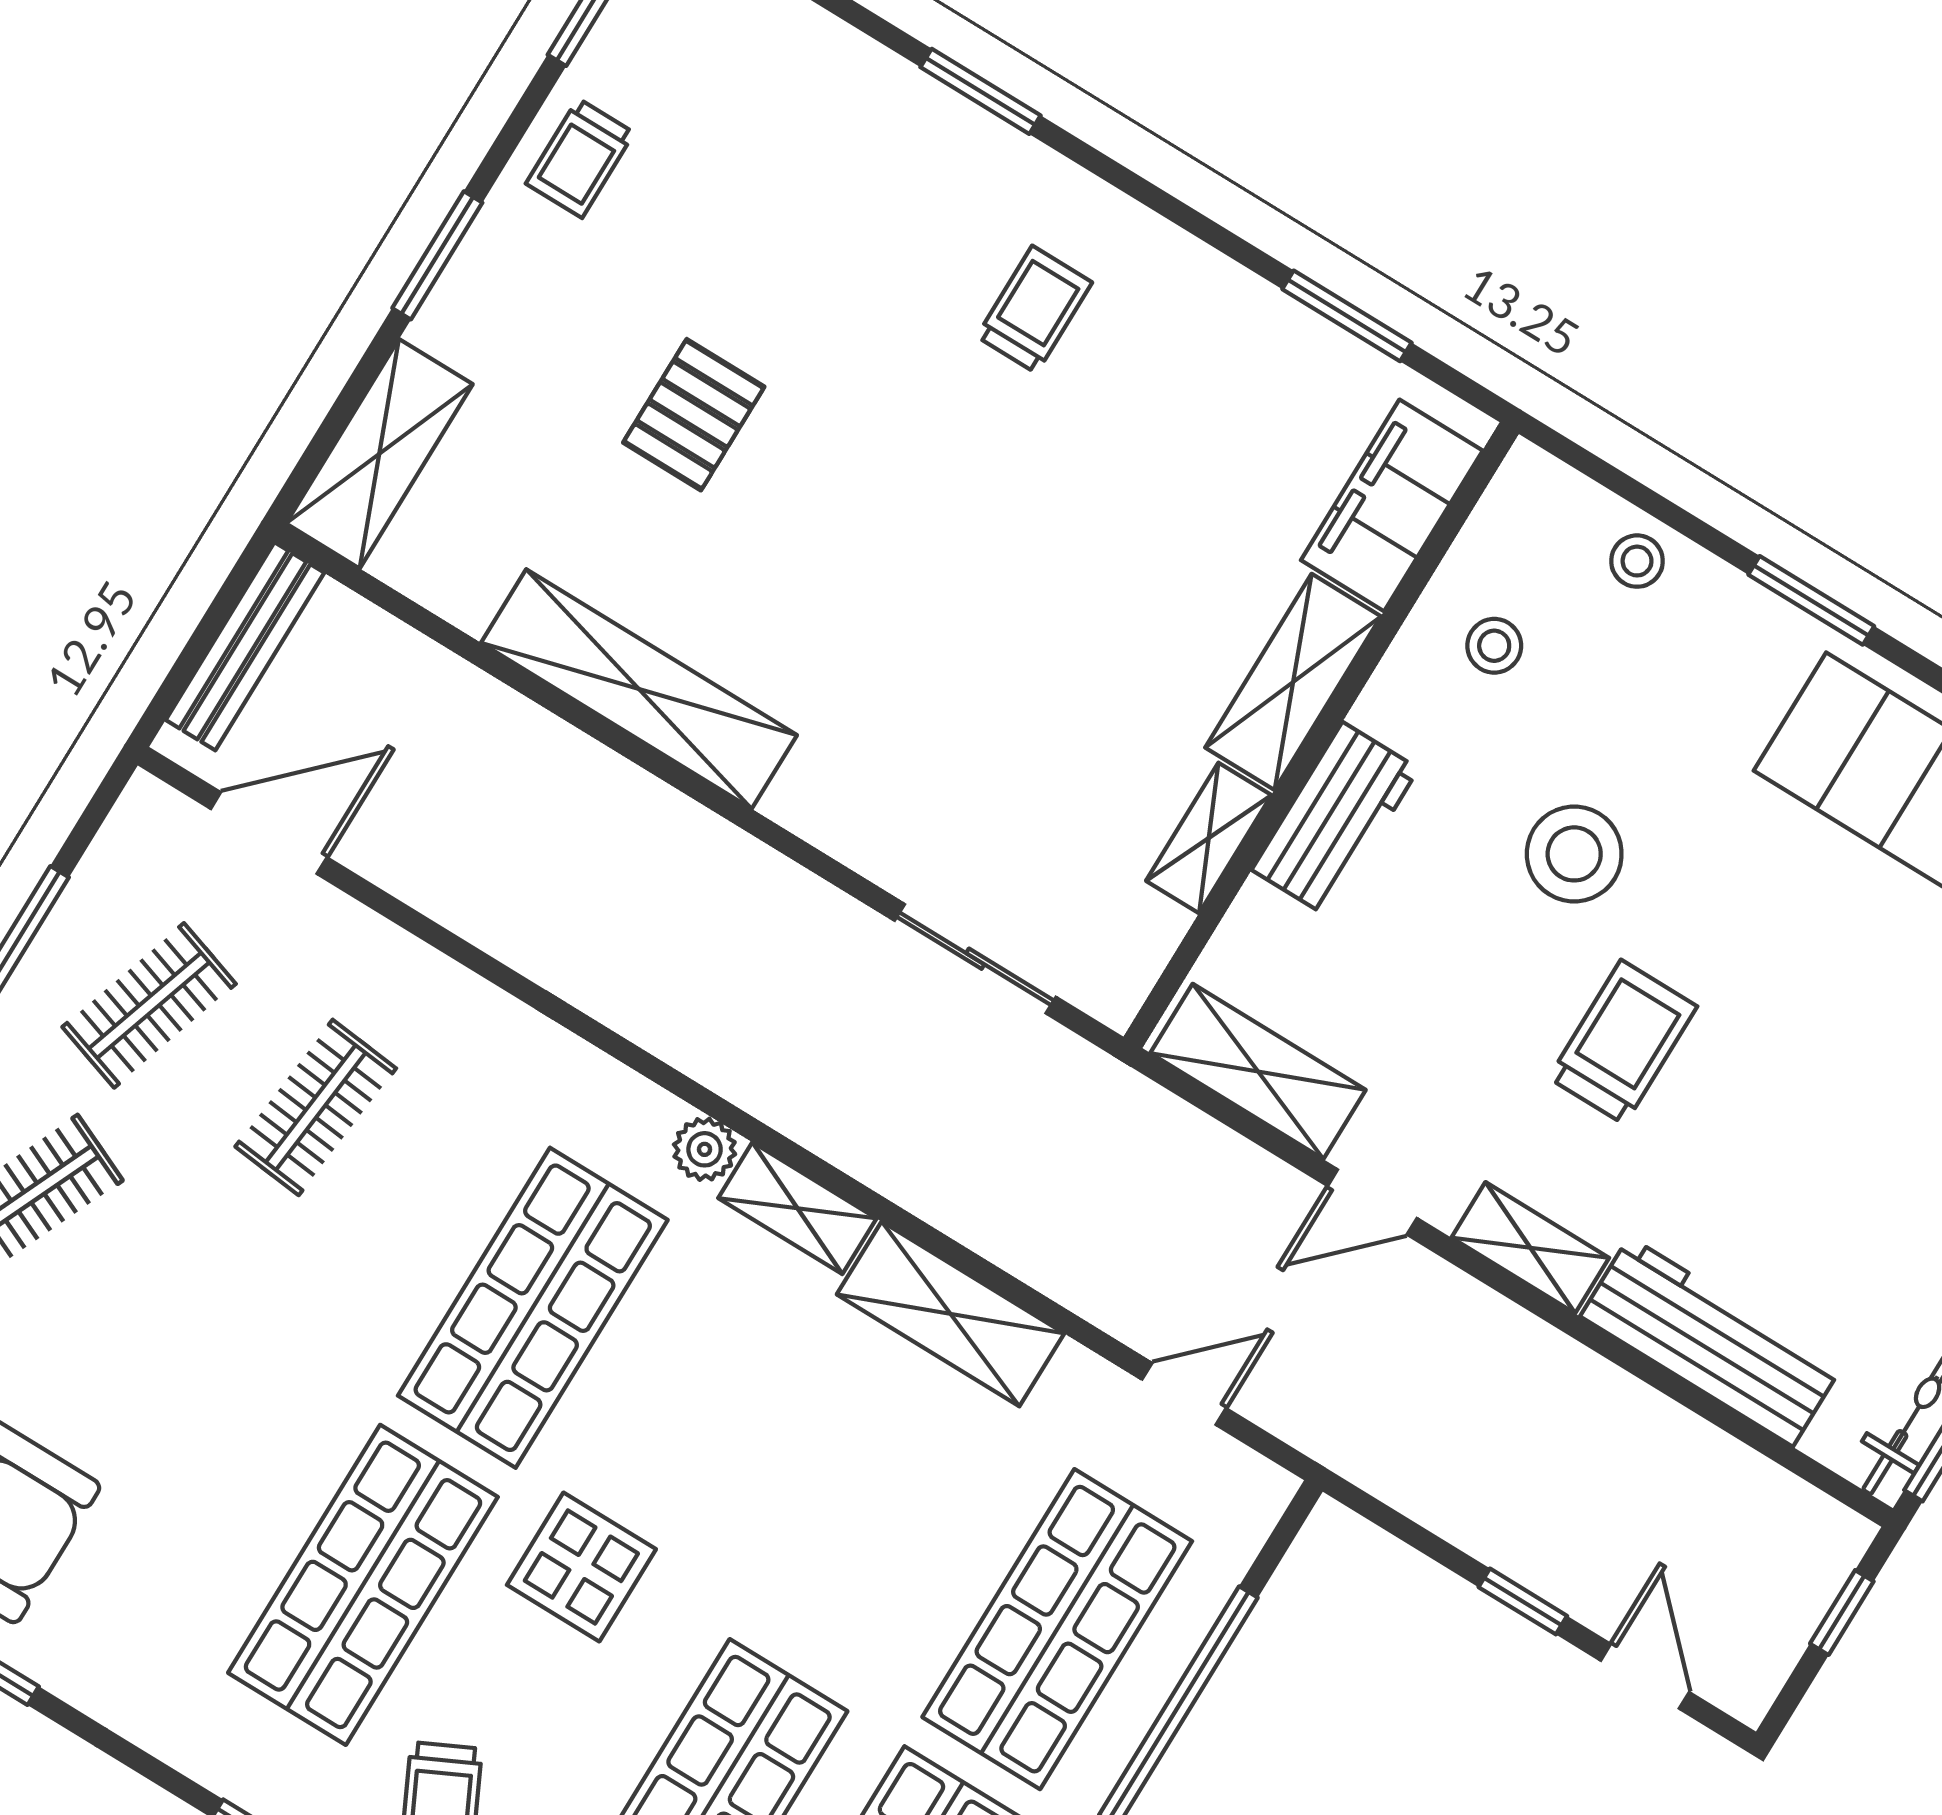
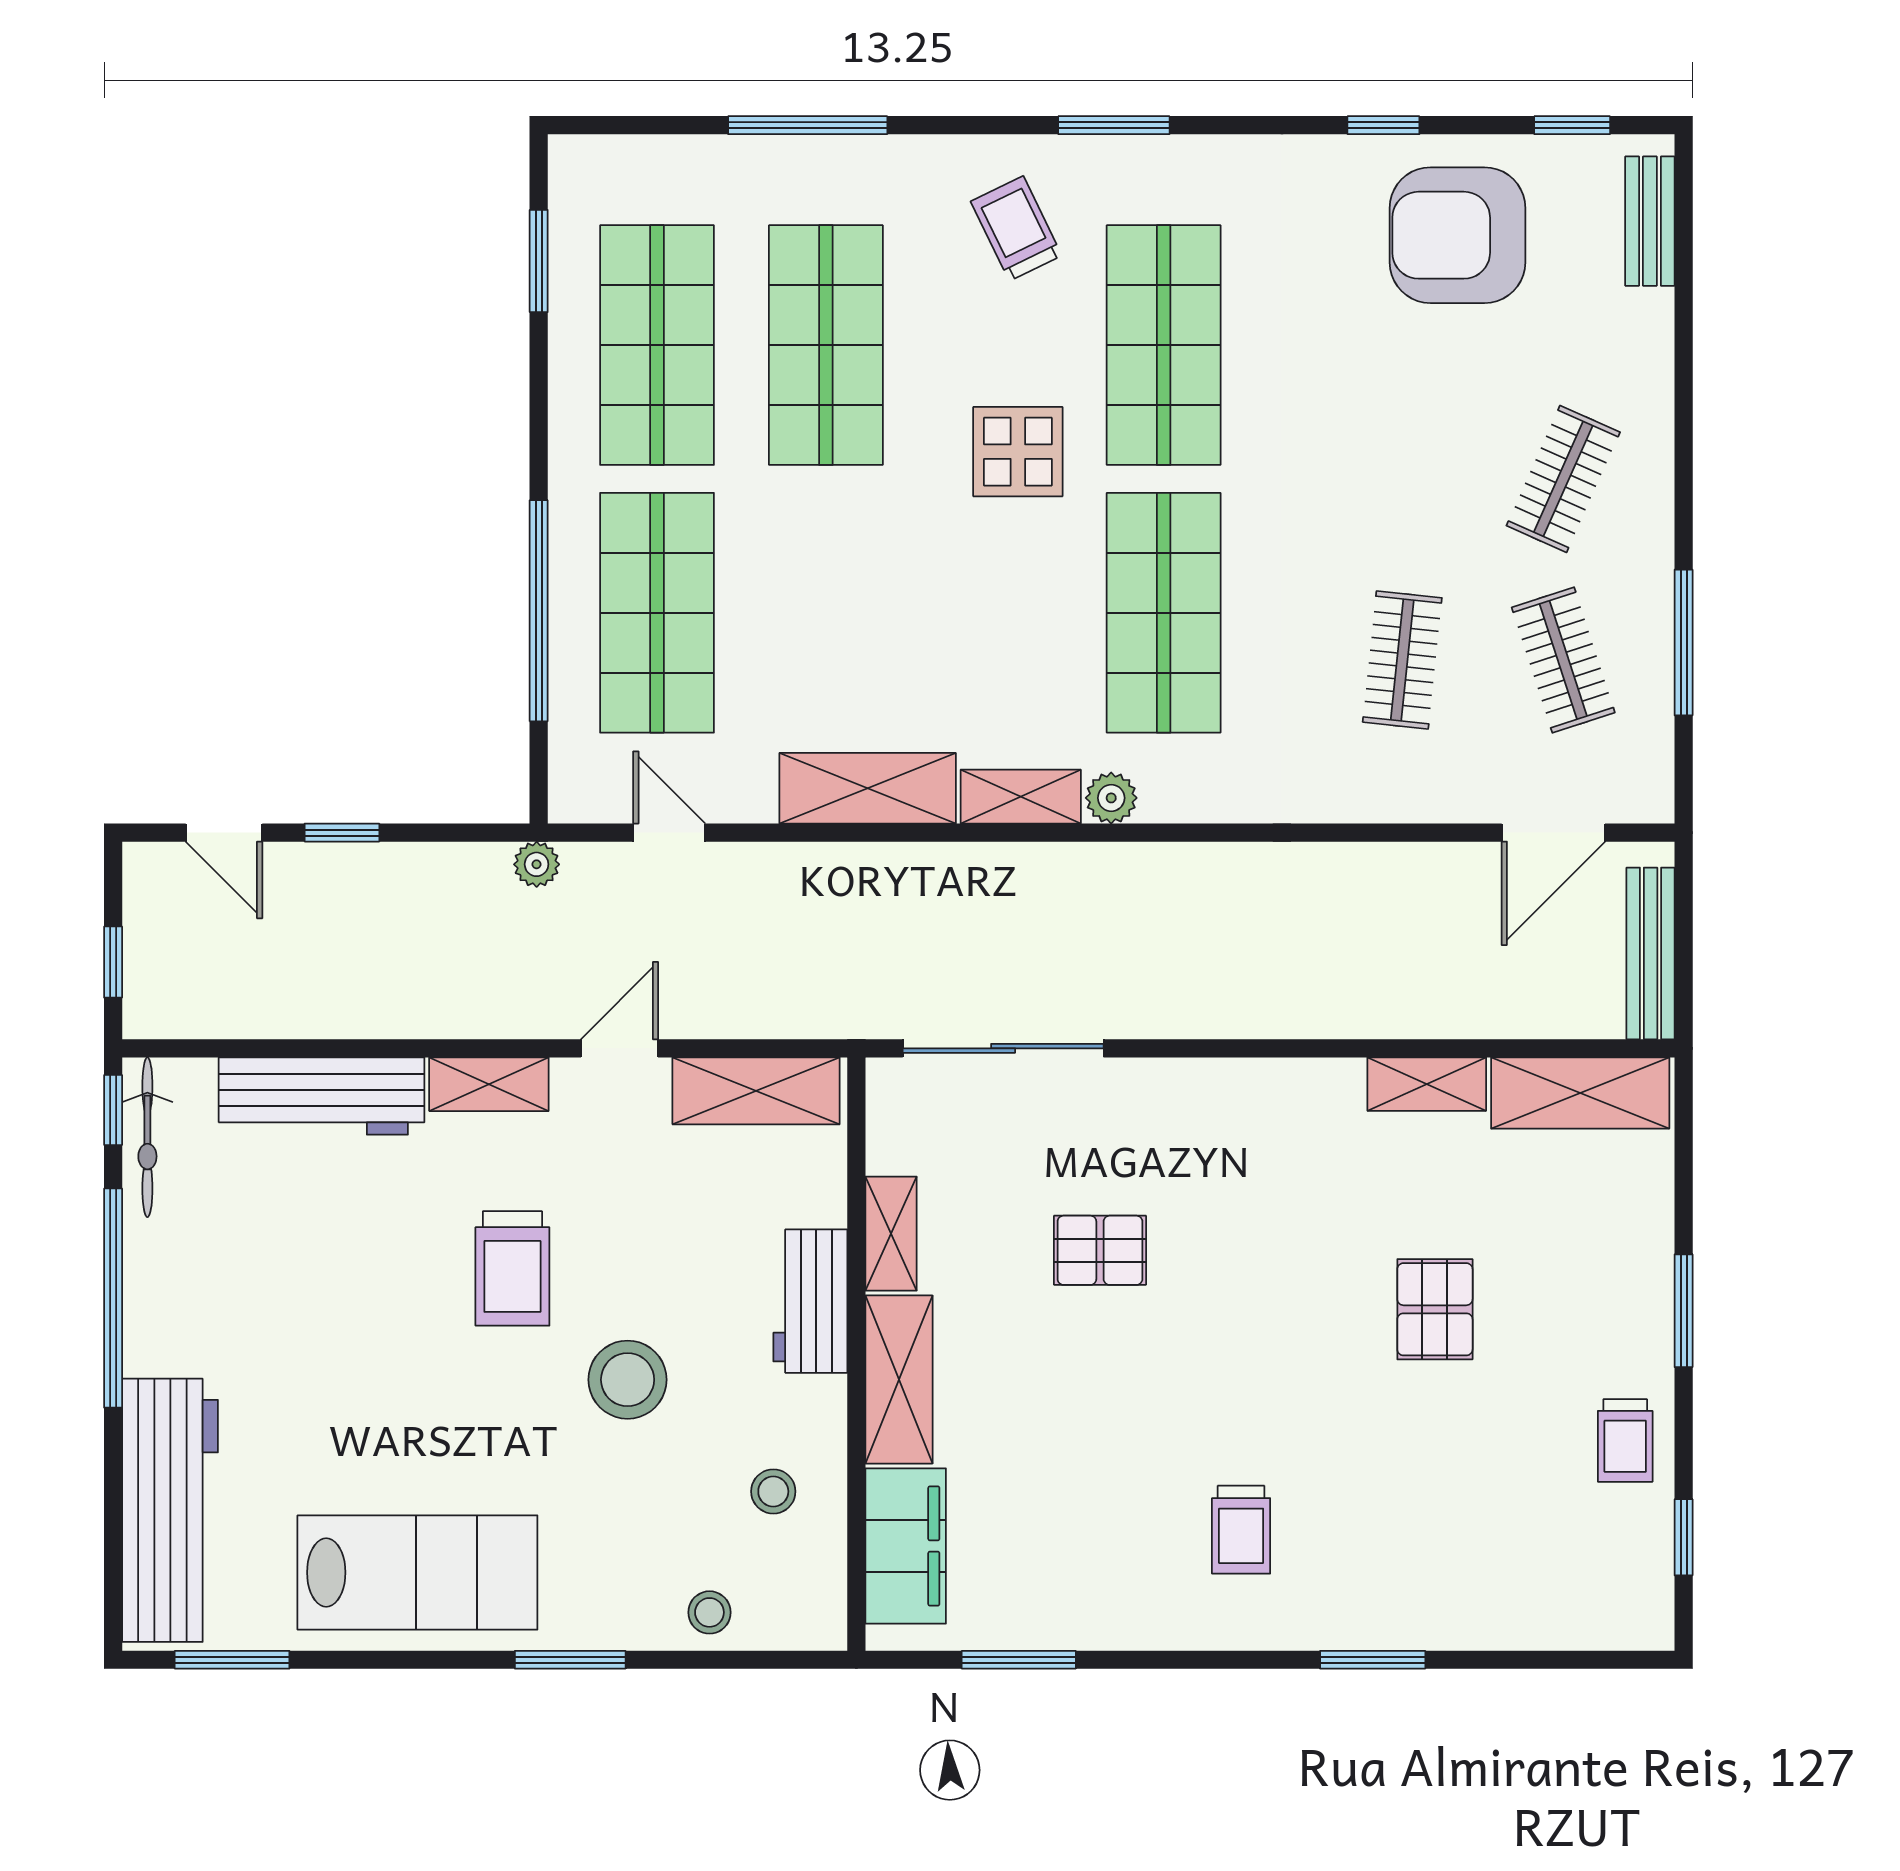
trolley: (580, 158) -> (1625, 1440), turned 180
shelving: (379, 454) -> (1580, 1093), moved, turned 90
pallet: (1003, 688) -> (1100, 1250), added
shelving: (639, 689) -> (1427, 1084), width x0.45, depth x0.75
sliding door: (975, 959) -> (1003, 1048), width x1.37
clothes rail: (149, 1005) -> (1563, 660), turned -36
door: (1184, 1394) -> (669, 833), swing flipped
plant: (1341, 1445) -> (537, 864), added

